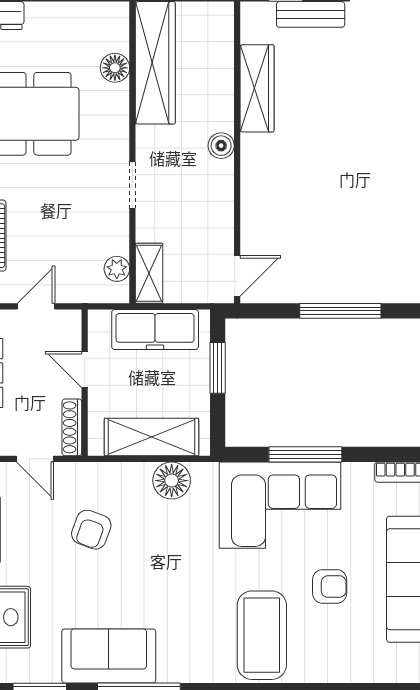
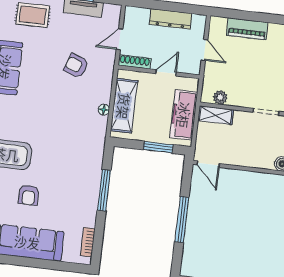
floor lamp: (172, 481) -> (104, 110), width x0.53, depth x0.53
corner sofa: (280, 505) -> (77, 173), removed

